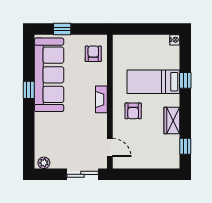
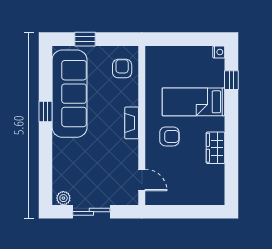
window: (185, 80) -> (231, 80), moved
armchair: (133, 111) -> (169, 136), turned -90
window: (185, 146) -> (231, 178), removed
sliding door: (83, 174) -> (91, 212), moved

